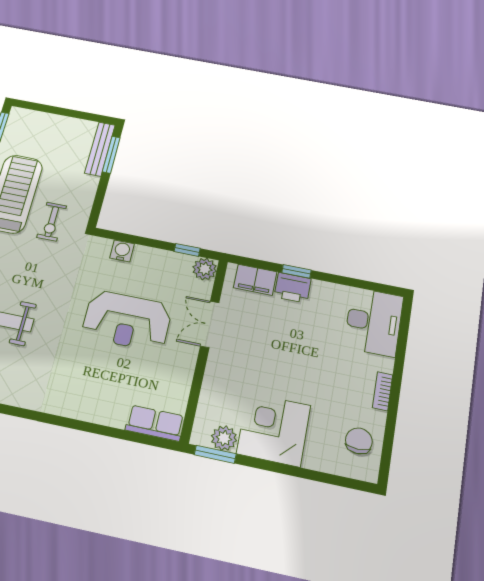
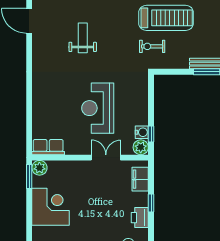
water cooler: (122, 251) -> (142, 132), moved
printer: (293, 288) -> (140, 218), moved
row of seats: (155, 423) -> (48, 147), moved, turned -90
plant: (224, 438) -> (39, 168), moved

